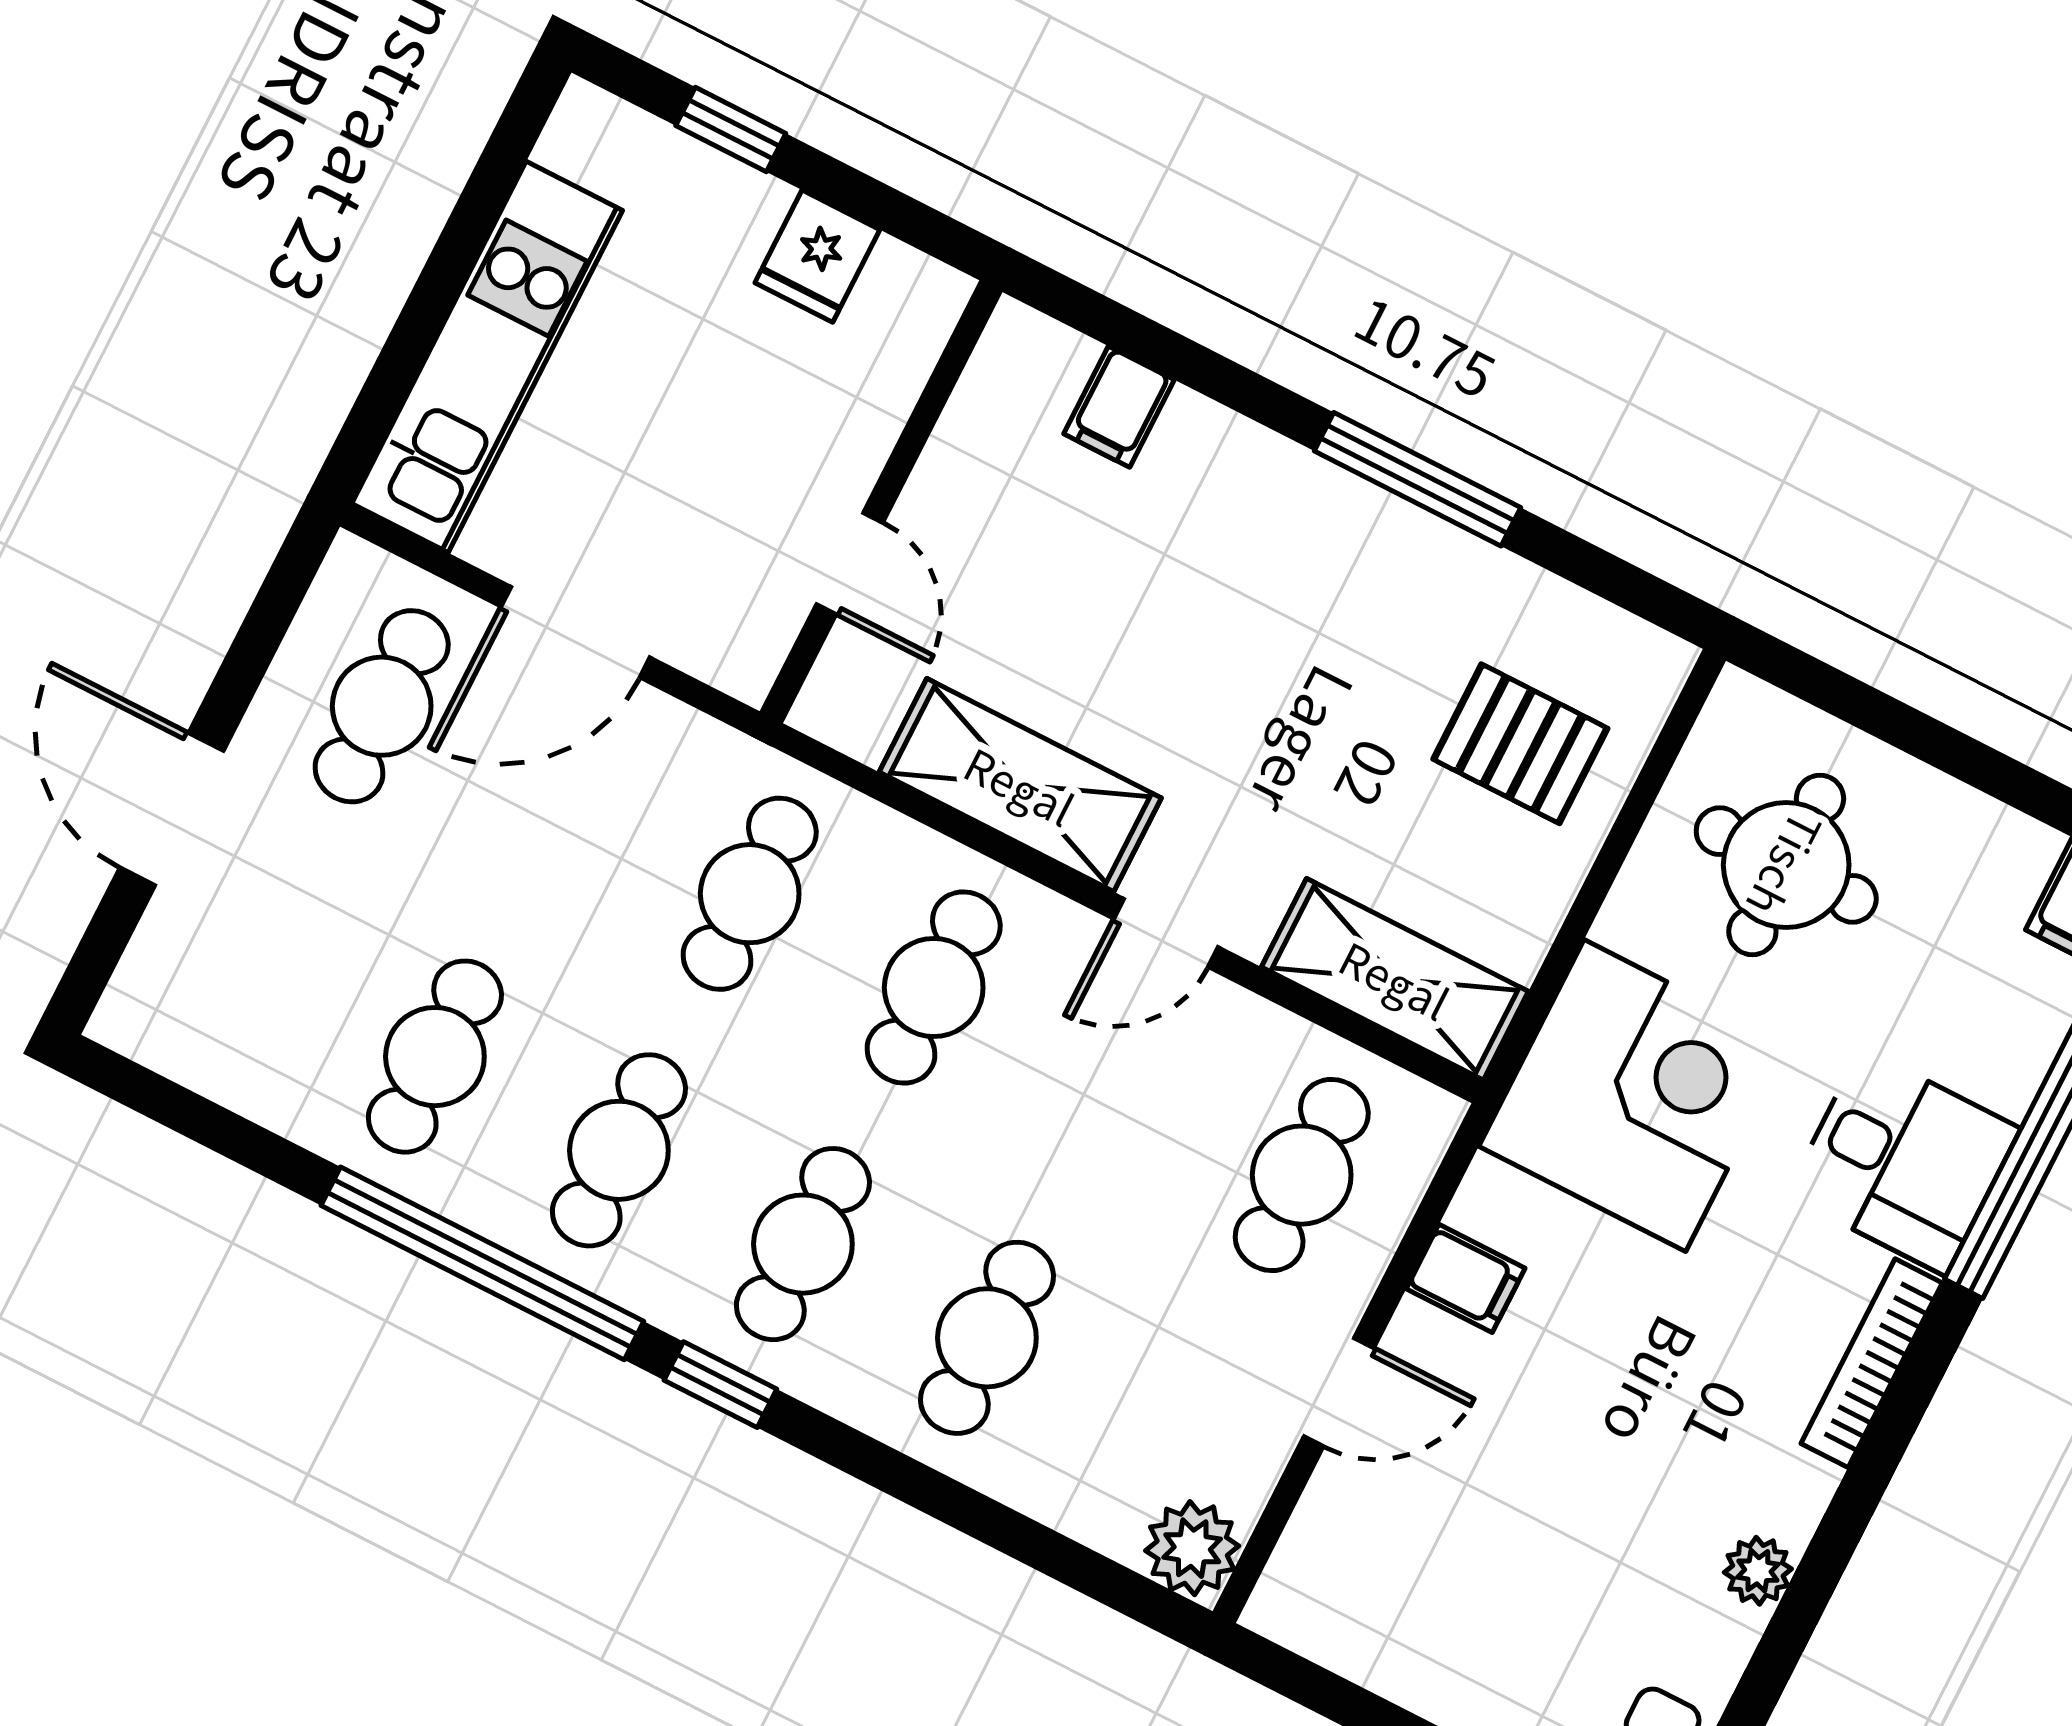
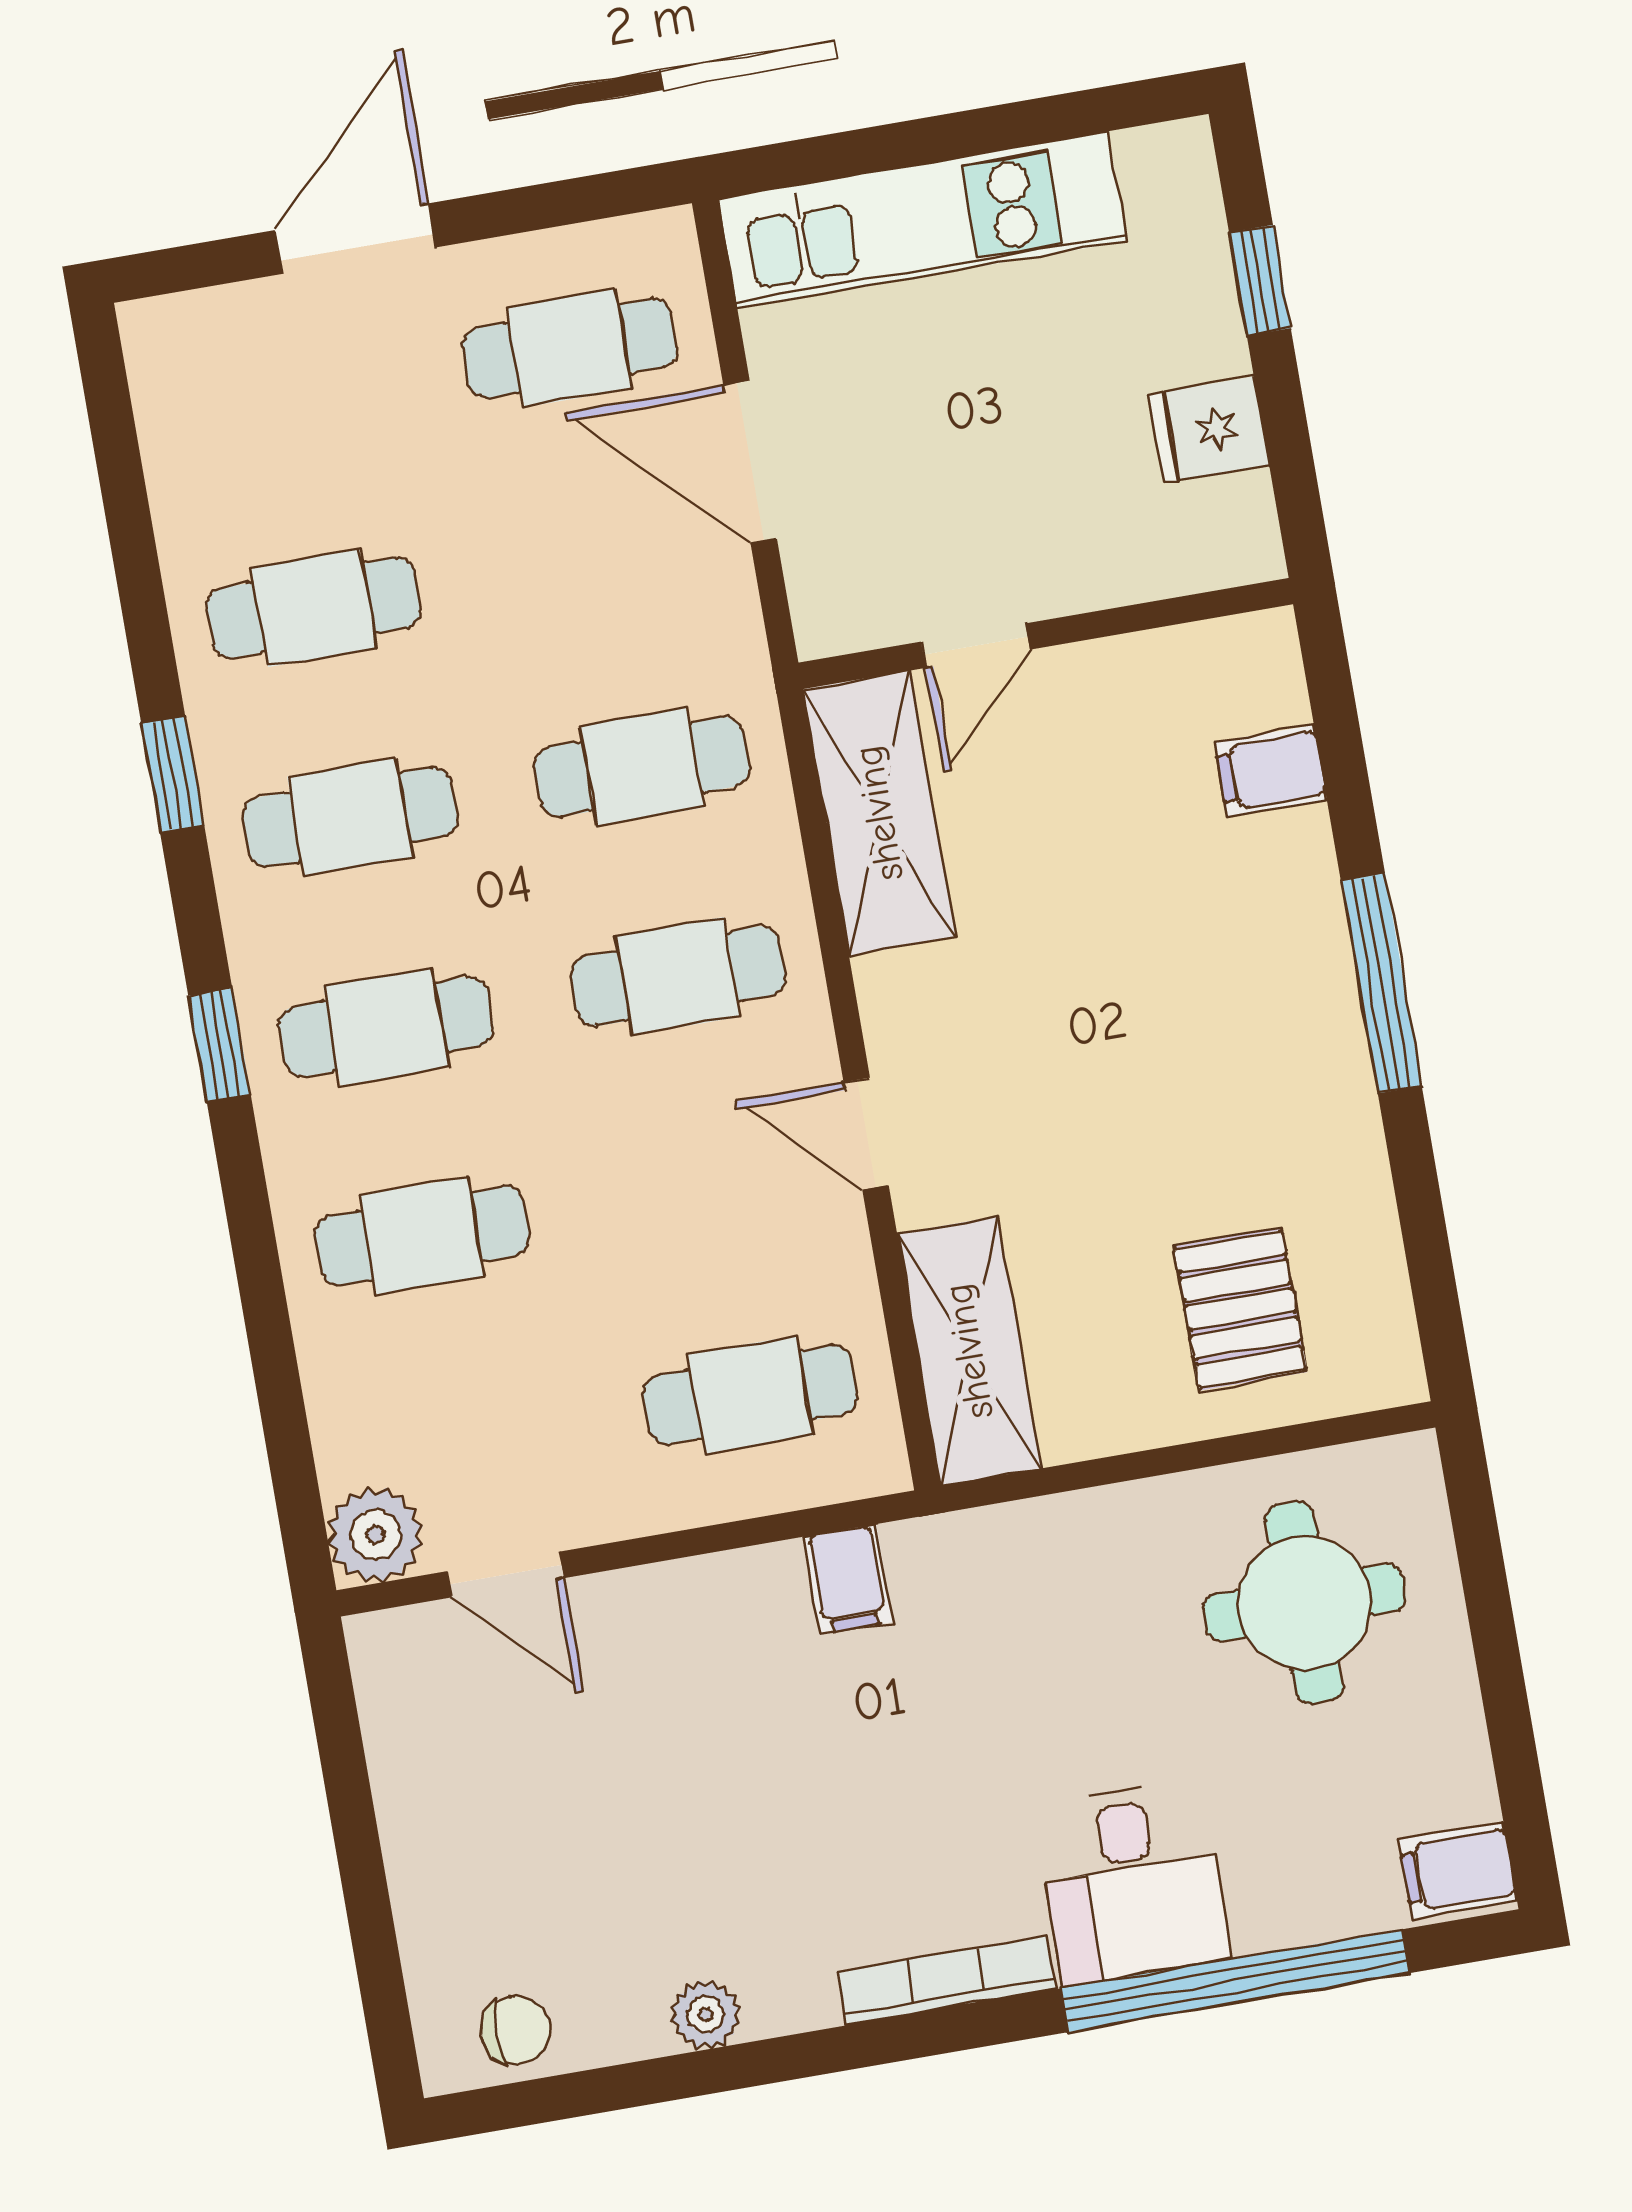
window: (1417, 479) -> (1381, 983), moved
shelving: (1020, 785) -> (879, 813), moved
corner desk: (1635, 1096) -> (1021, 1620), removed
window: (482, 1263) -> (173, 774), width x0.32
filing cabinet: (1466, 1278) -> (848, 1579), moved
door: (1339, 1392) -> (506, 1575), moved

